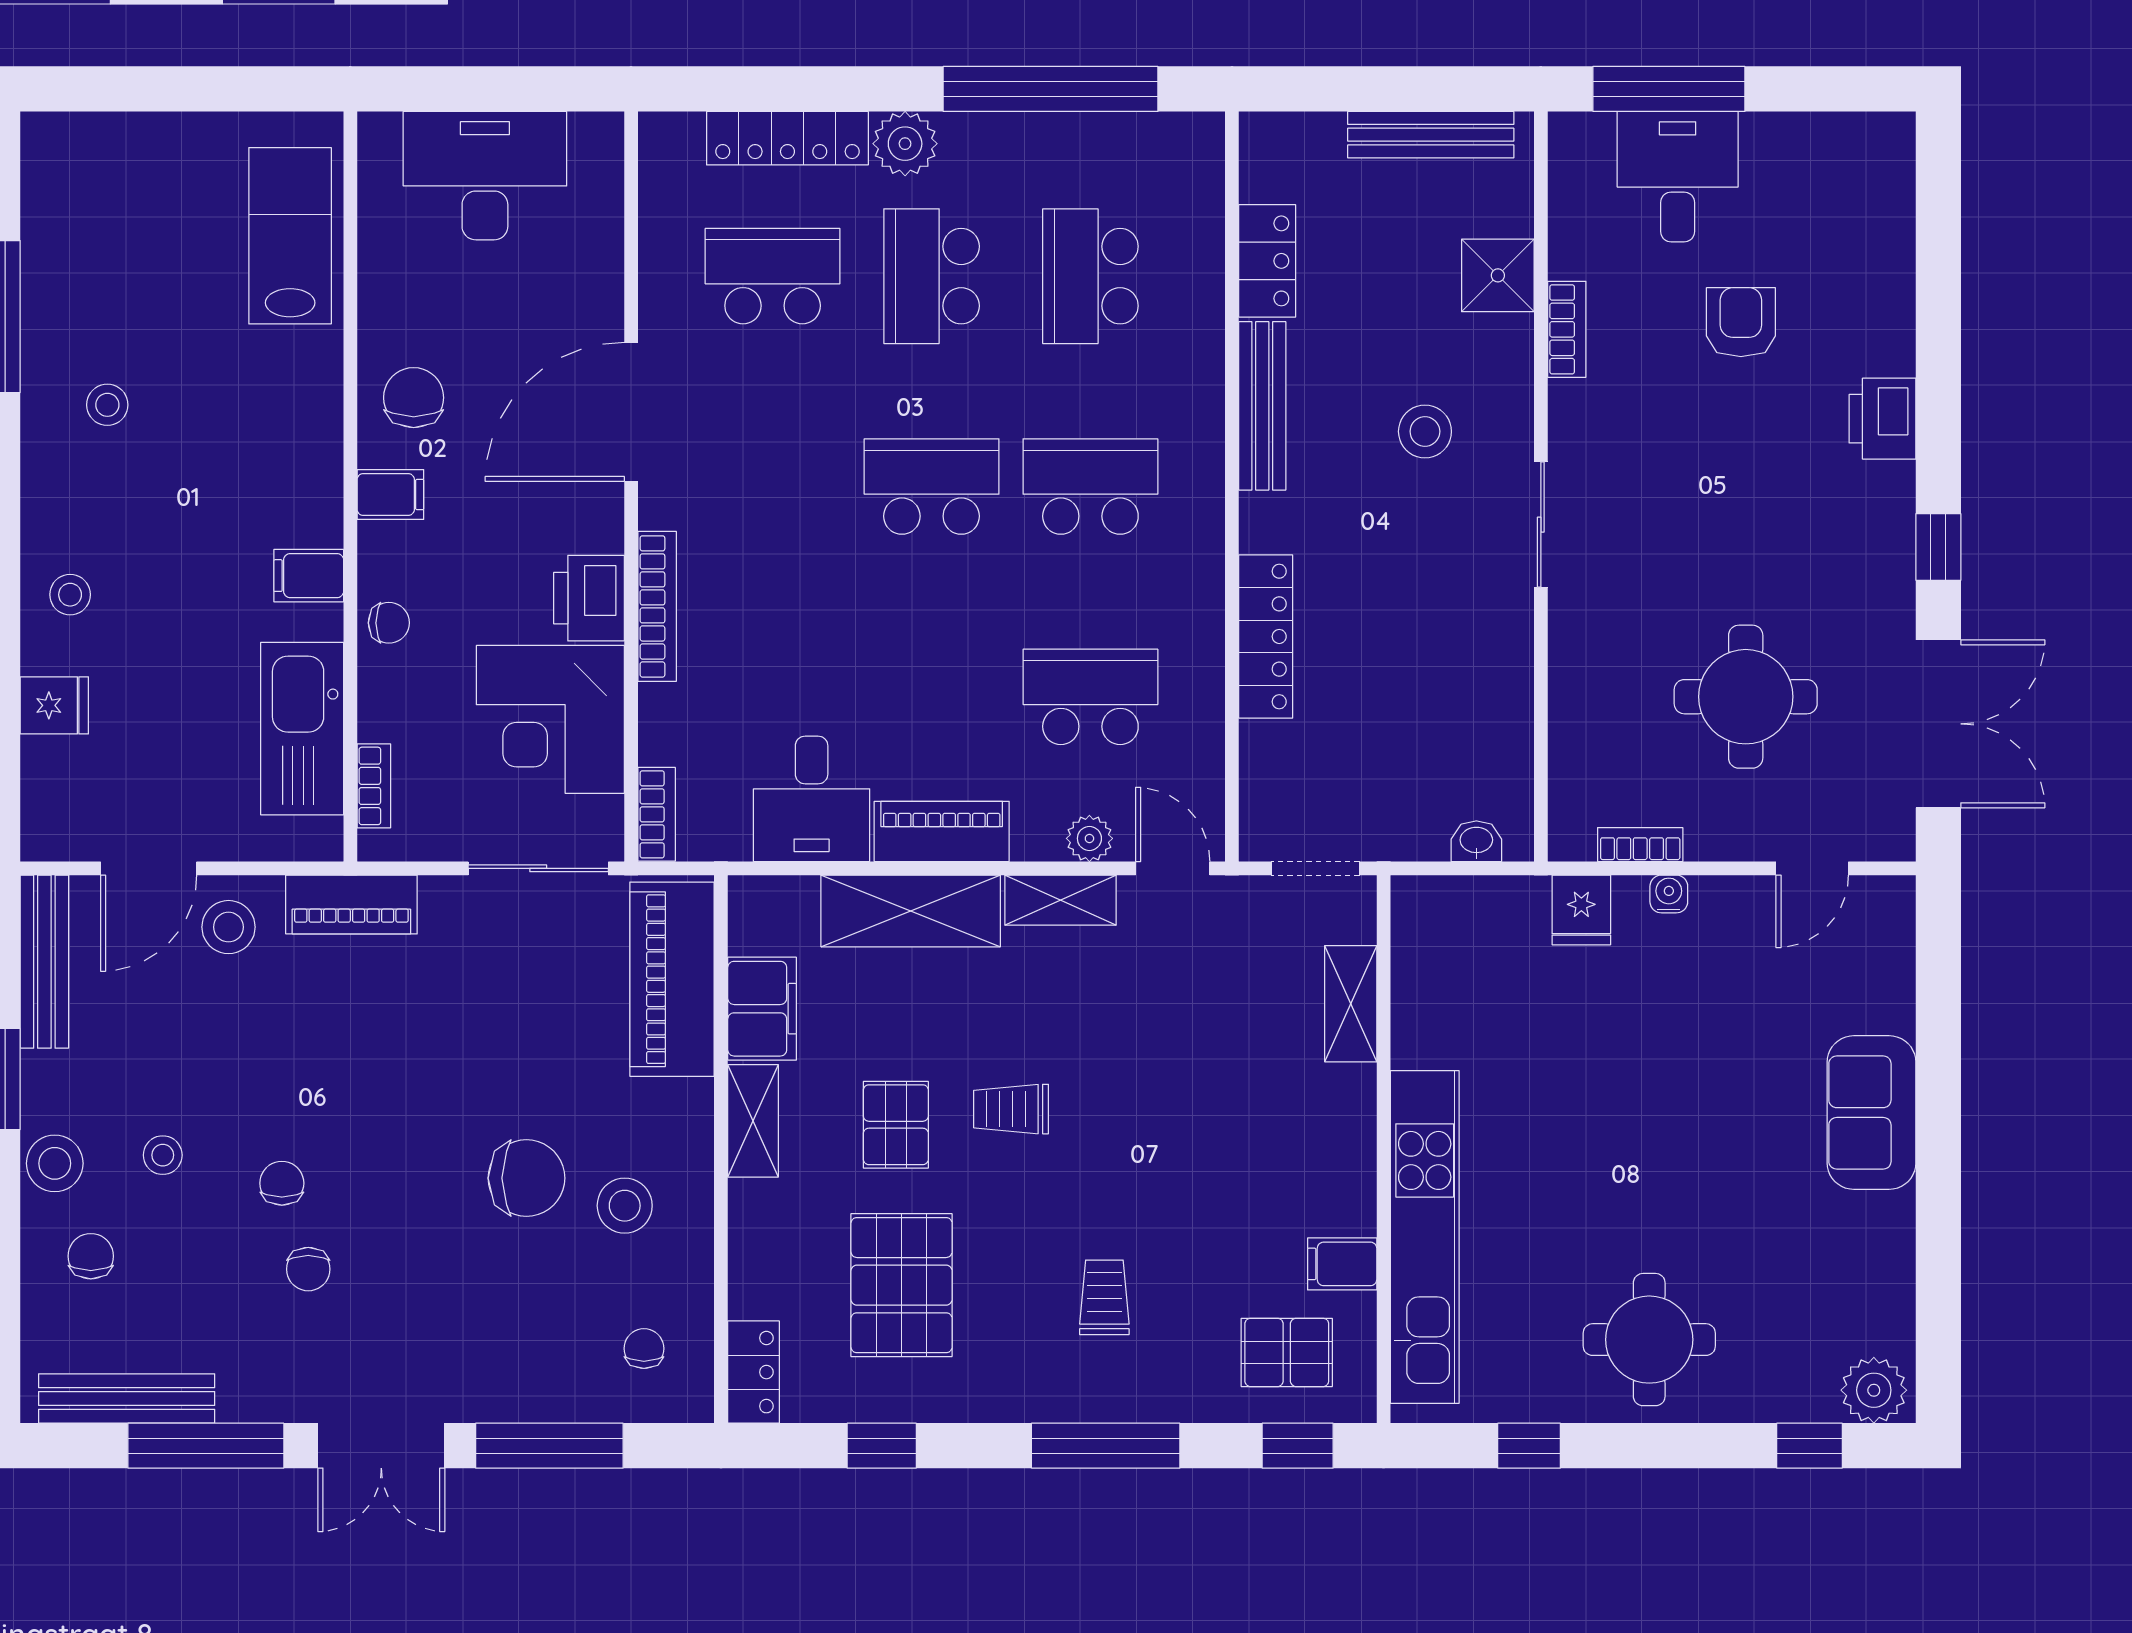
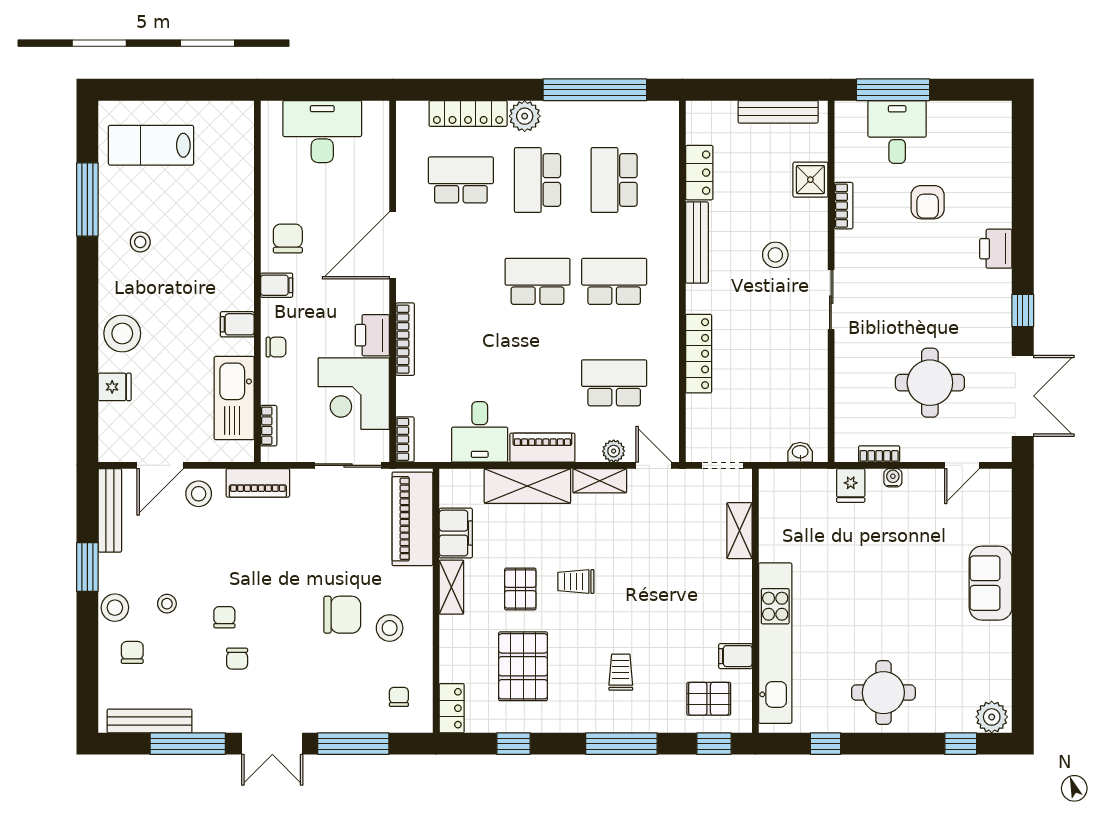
lab bench: (290, 236) -> (151, 145), moved, turned -90
armchair: (1741, 322) -> (928, 202), turned 180
stool: (70, 595) -> (122, 333), width x1.89, depth x1.89

